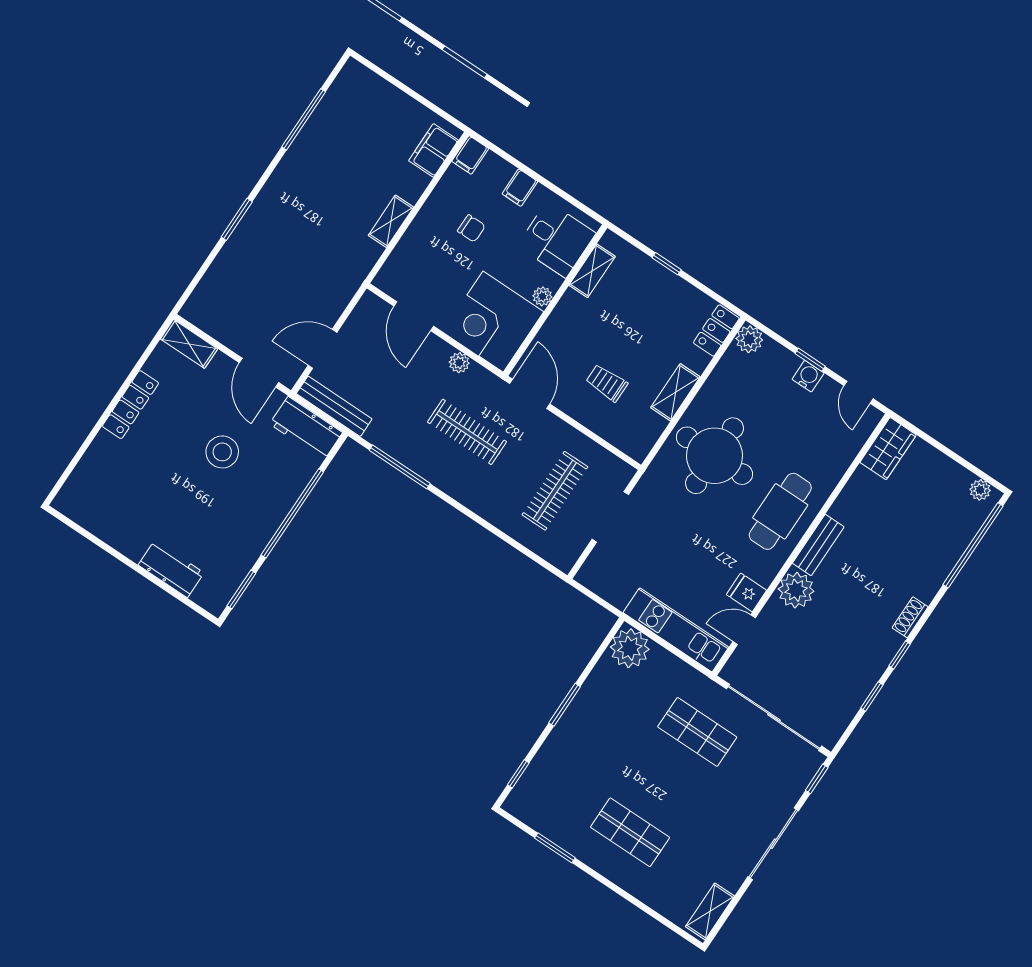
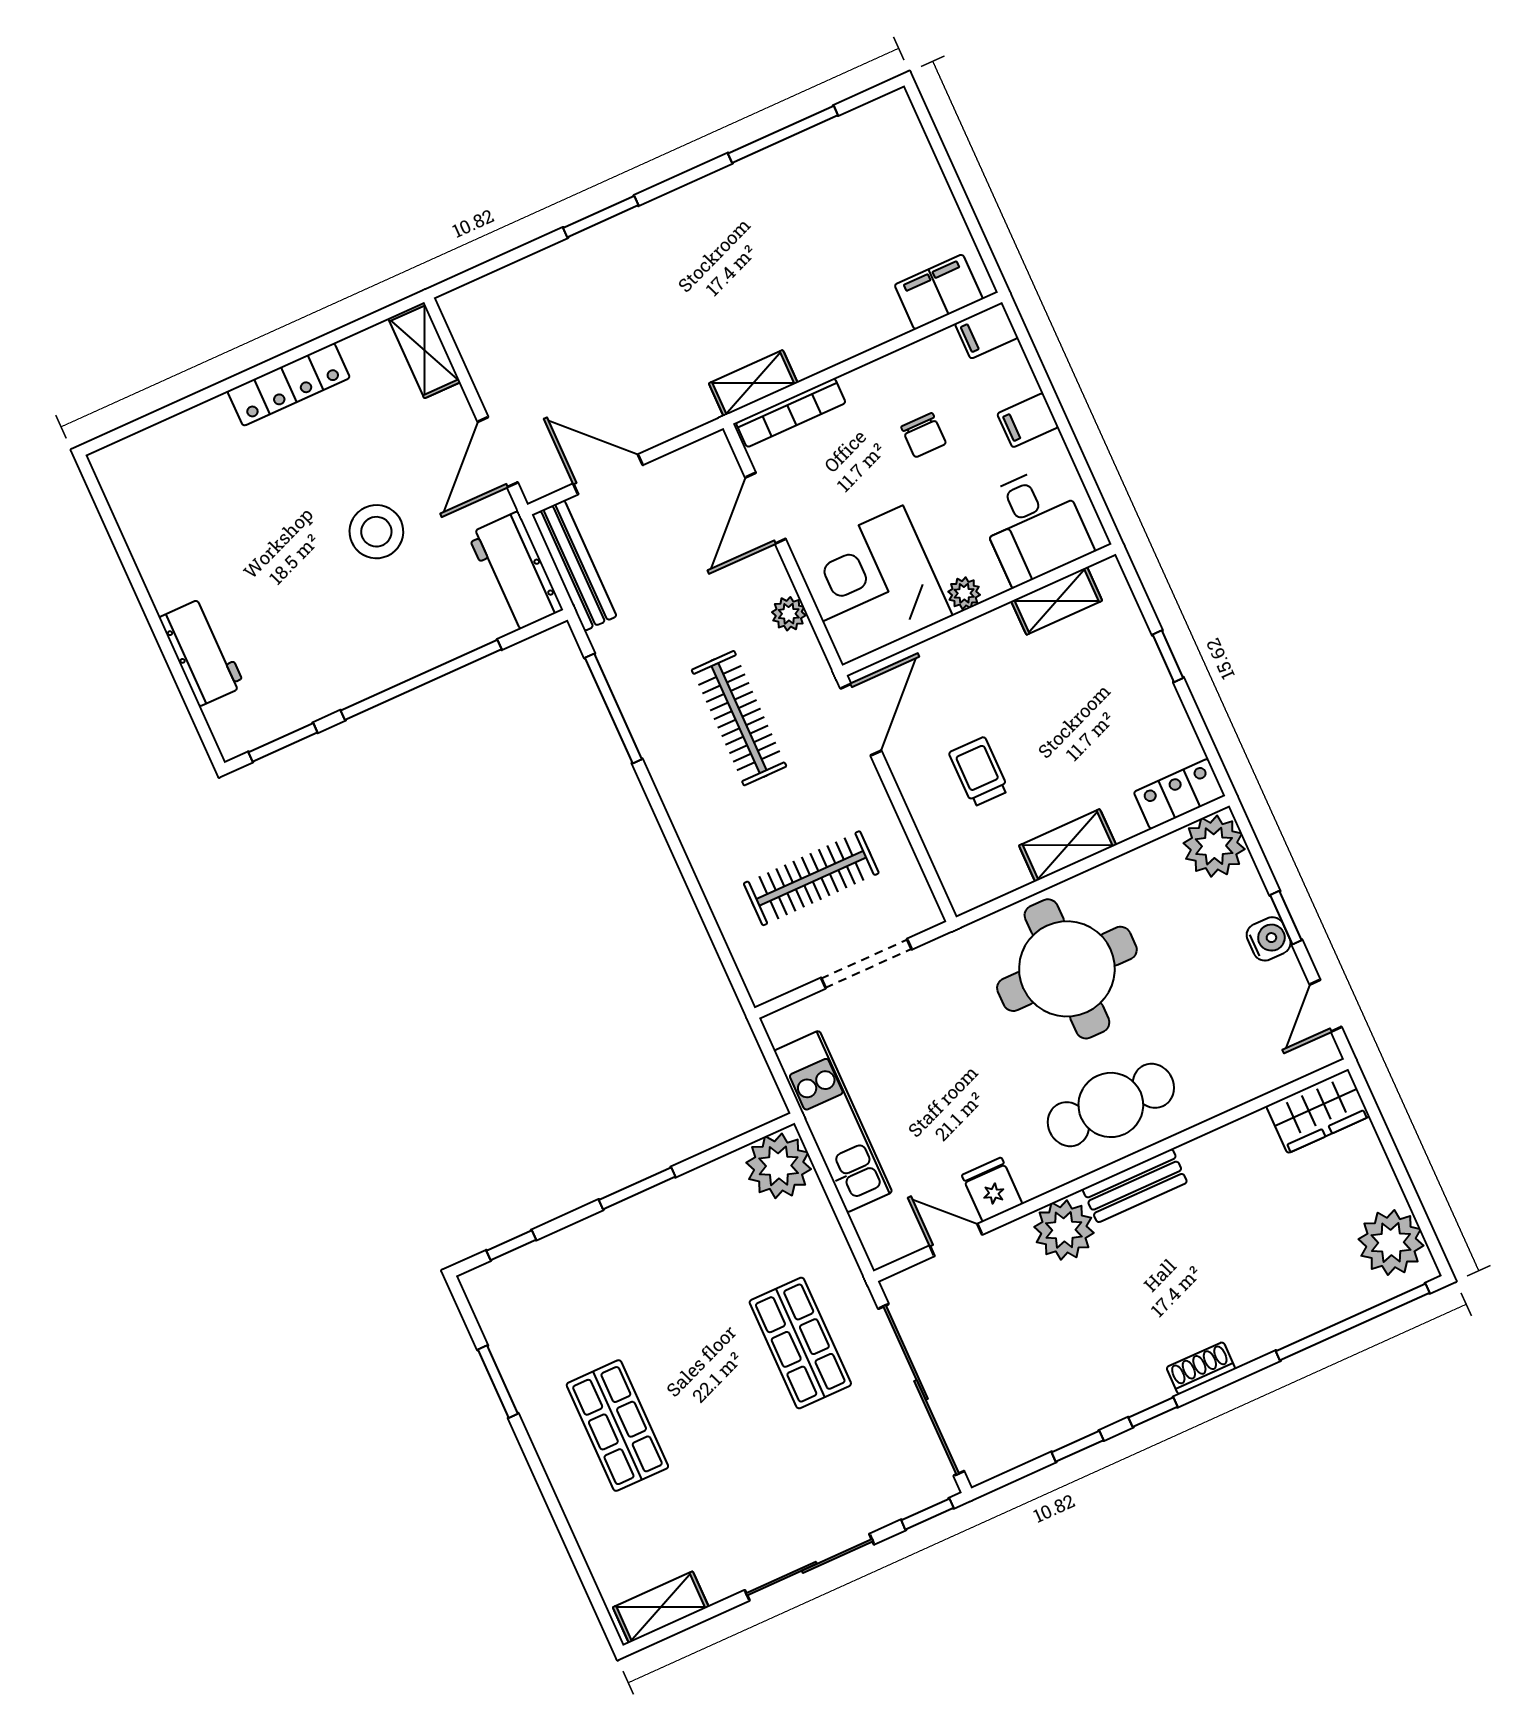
shelving: (391, 221) -> (753, 383), moved
bookcase: (396, 259) -> (791, 413), added
plant: (749, 339) -> (1214, 846), width x1.36, depth x1.36
plant: (980, 490) -> (1391, 1242), width x1.87, depth x1.87
kitchen unit: (676, 630) -> (833, 1122), moved

